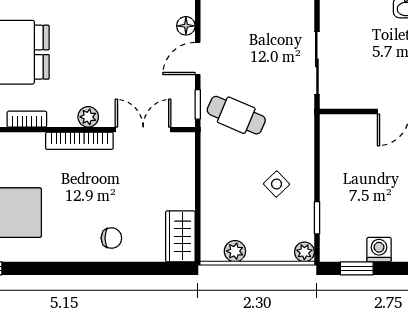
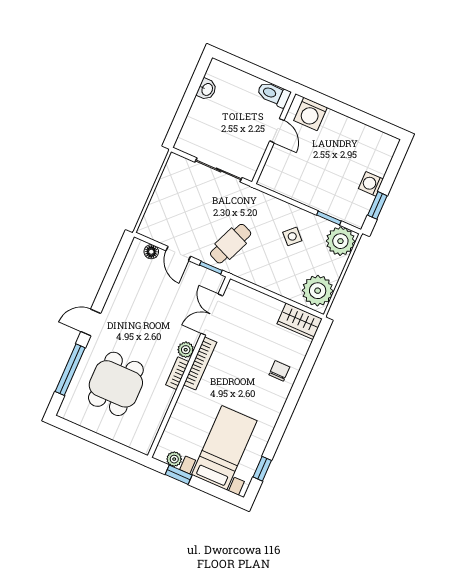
bookcase: (27, 119) -> (177, 373), moved
plant: (235, 251) -> (318, 291), width x1.87, depth x1.87
plant: (304, 252) -> (340, 241), width x1.87, depth x1.87

